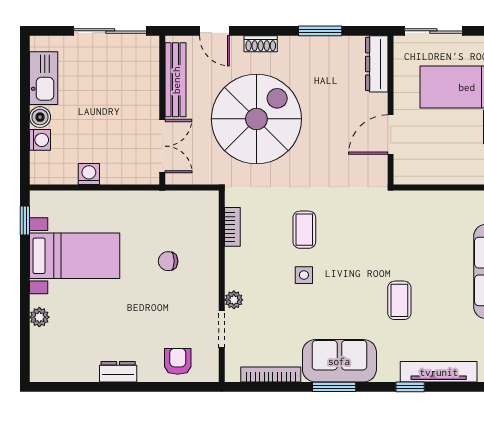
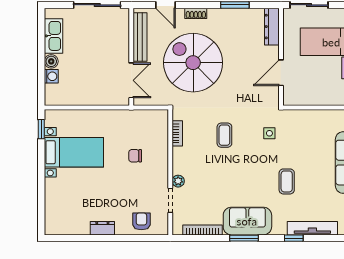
spiral stairs: (256, 119) -> (193, 63), turned -90
washing machine: (89, 174) -> (83, 99), removed
side table: (304, 275) -> (269, 133), moved
plant: (39, 317) -> (51, 192), removed

